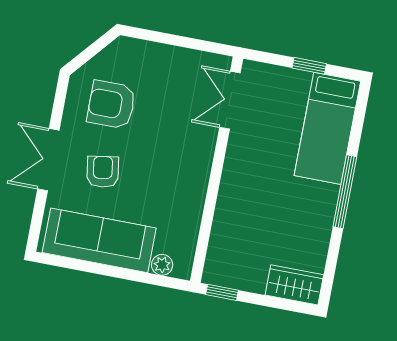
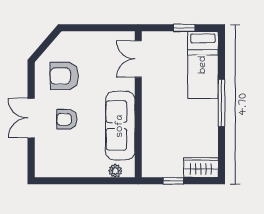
armchair: (103, 172) -> (67, 119), turned -81
sofa: (99, 240) -> (120, 126), moved, turned -90
window: (222, 292) -> (173, 181), moved

